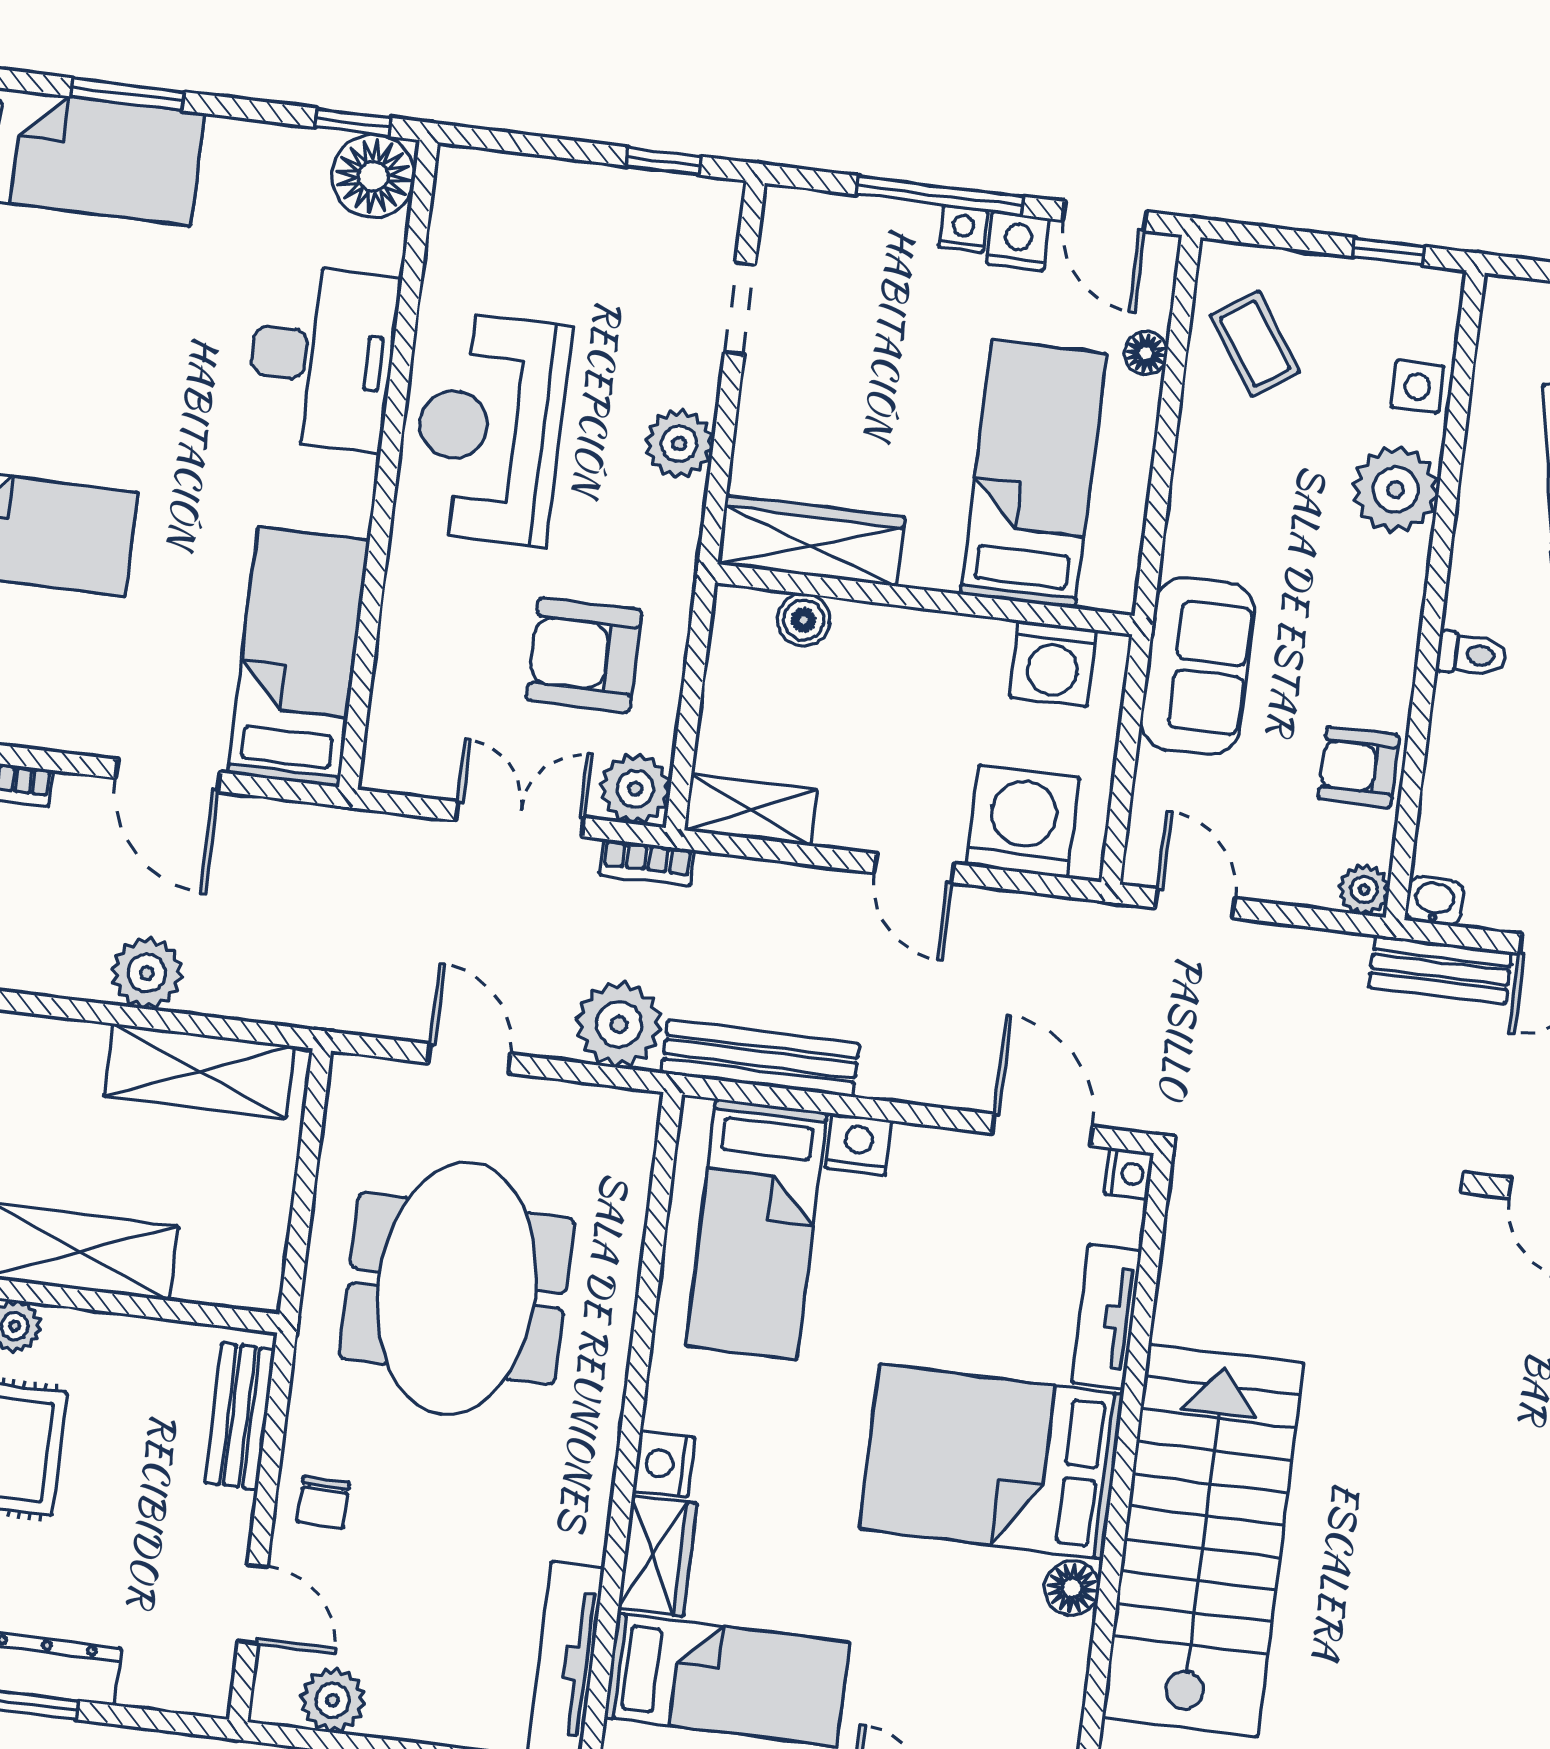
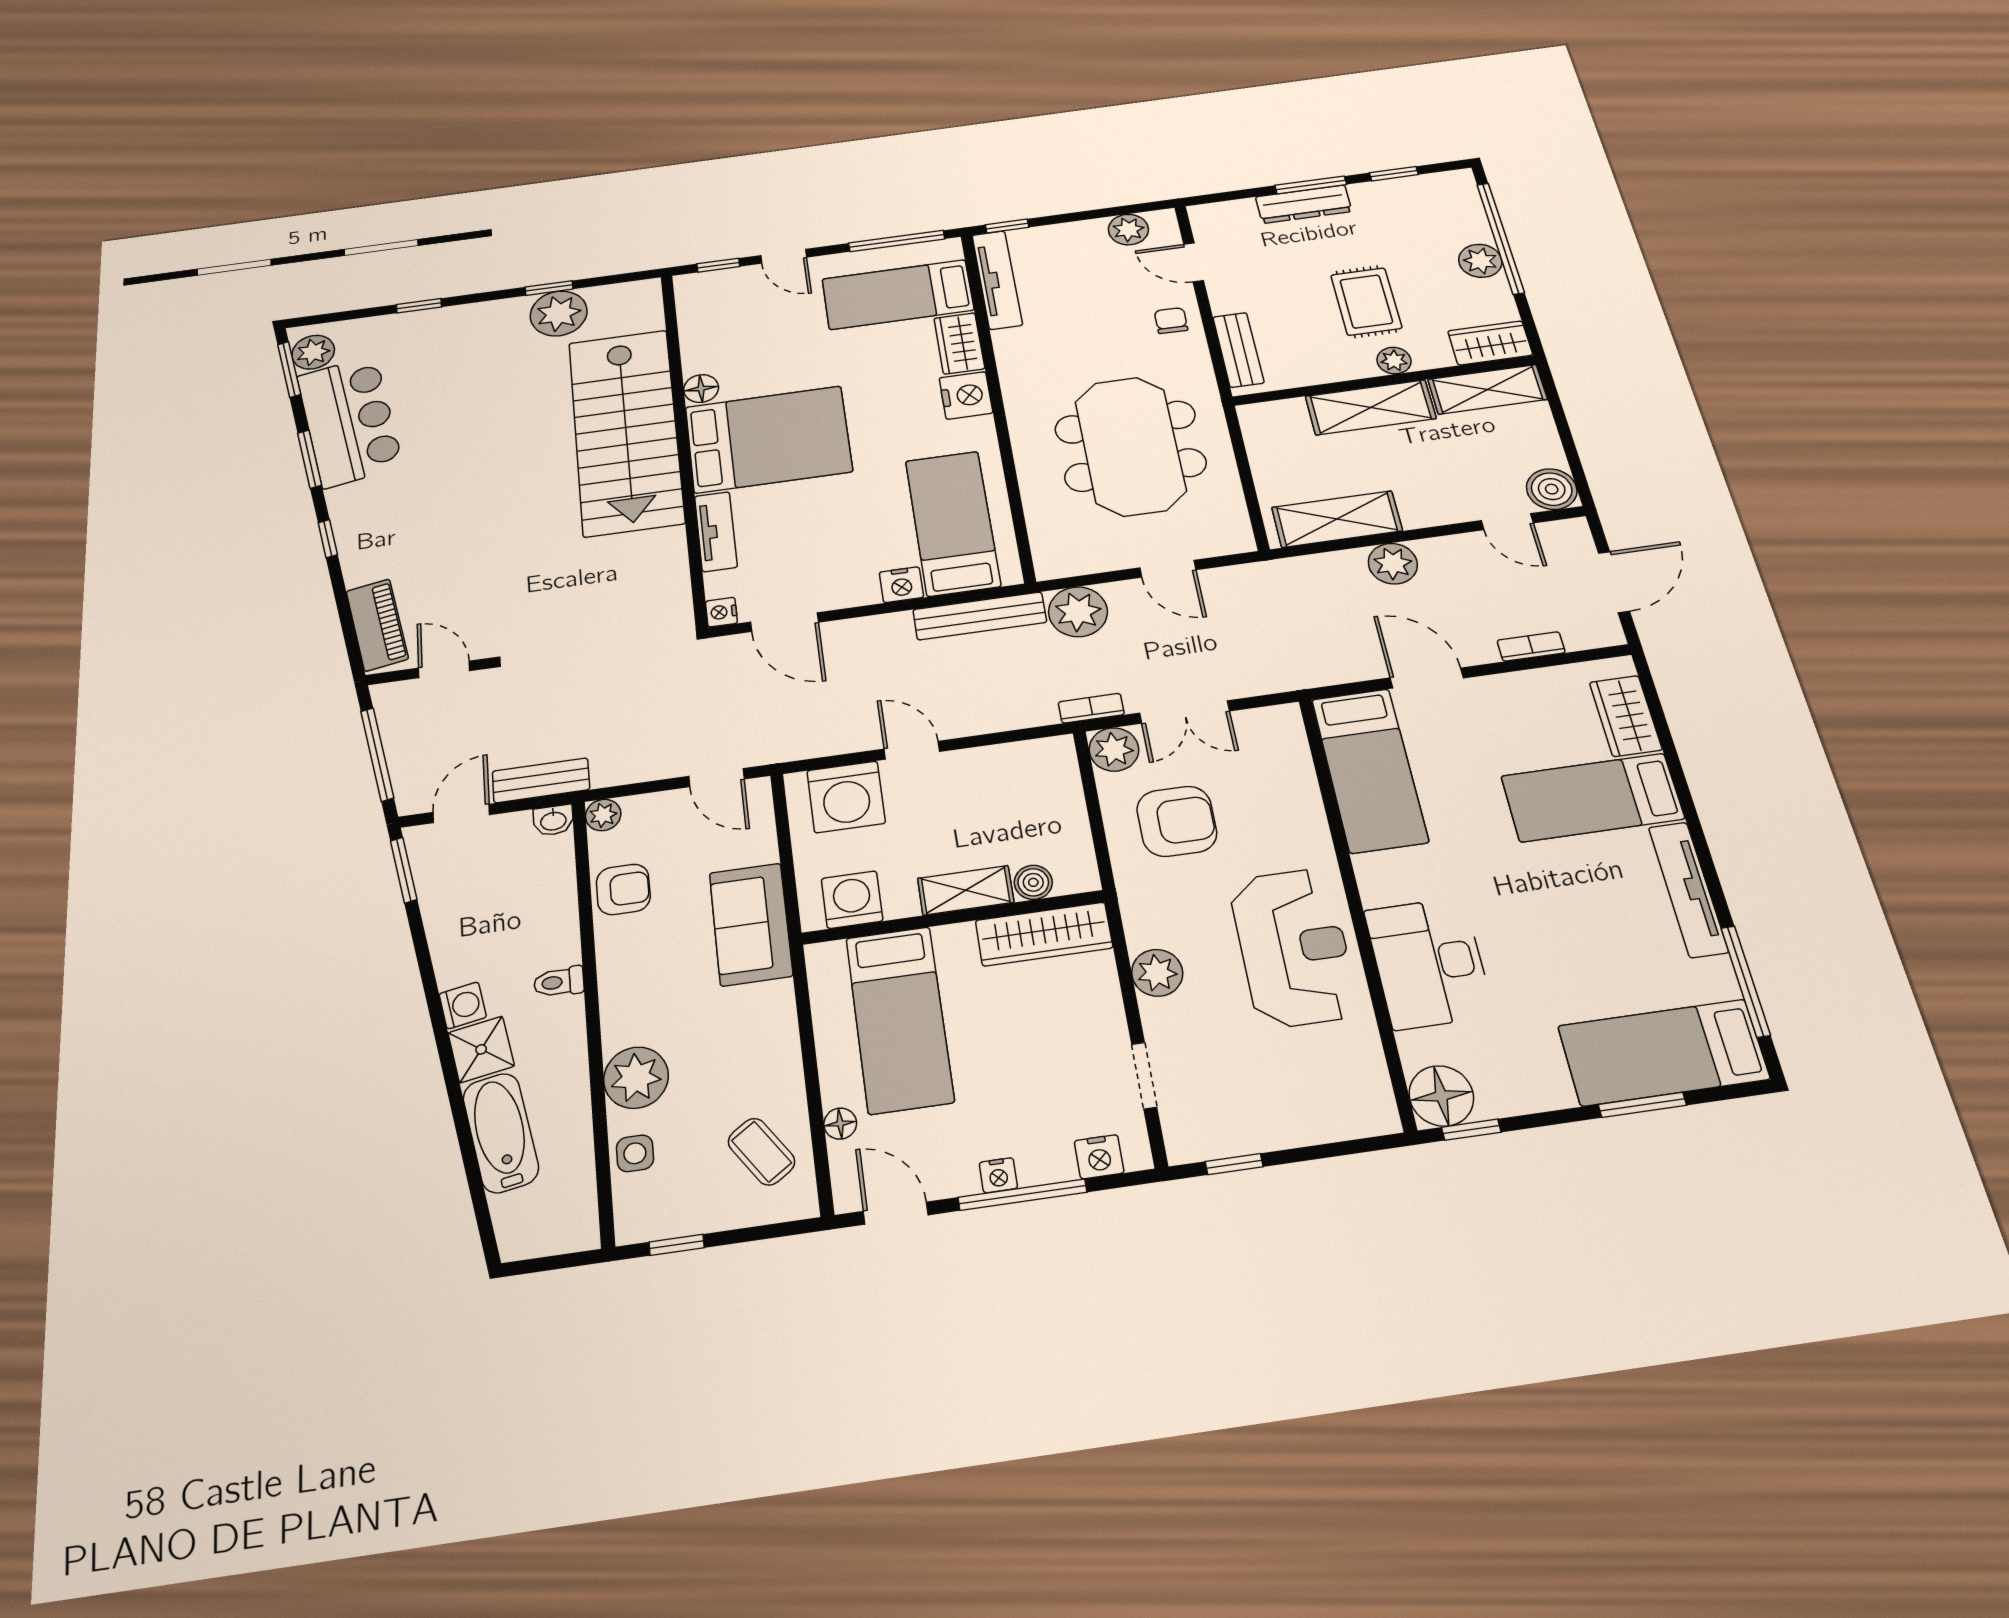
nightstand: (1018, 241) -> (1099, 1157), moved
shelving: (751, 810) -> (966, 890), moved
nightstand: (664, 1464) -> (966, 395), width x1.36, depth x1.33

